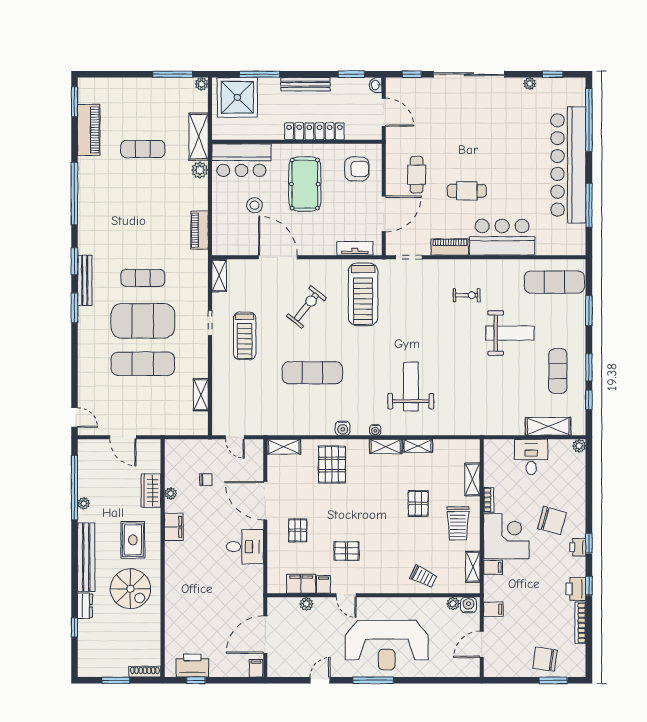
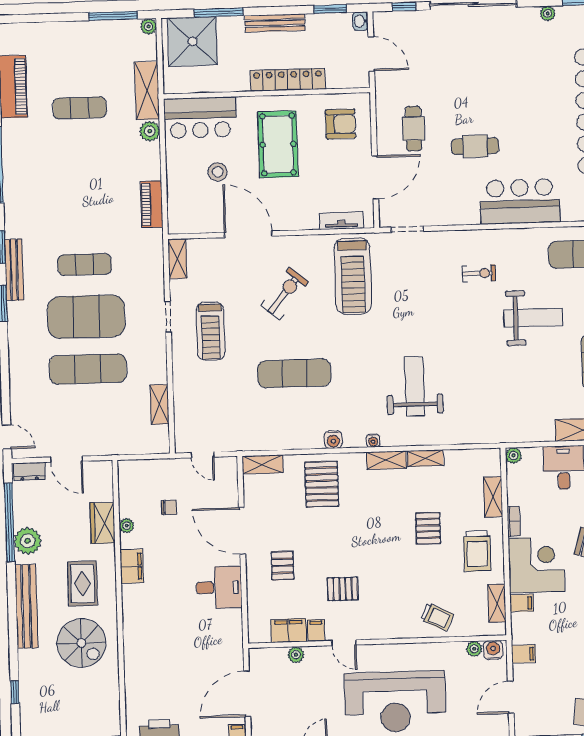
piano: (450, 247) -> (457, 215), removed
plant: (490, 446) -> (514, 456), added
plant: (84, 503) -> (28, 541), width x1.87, depth x1.87
dresser: (85, 606) -> (29, 471), moved, turned 90

